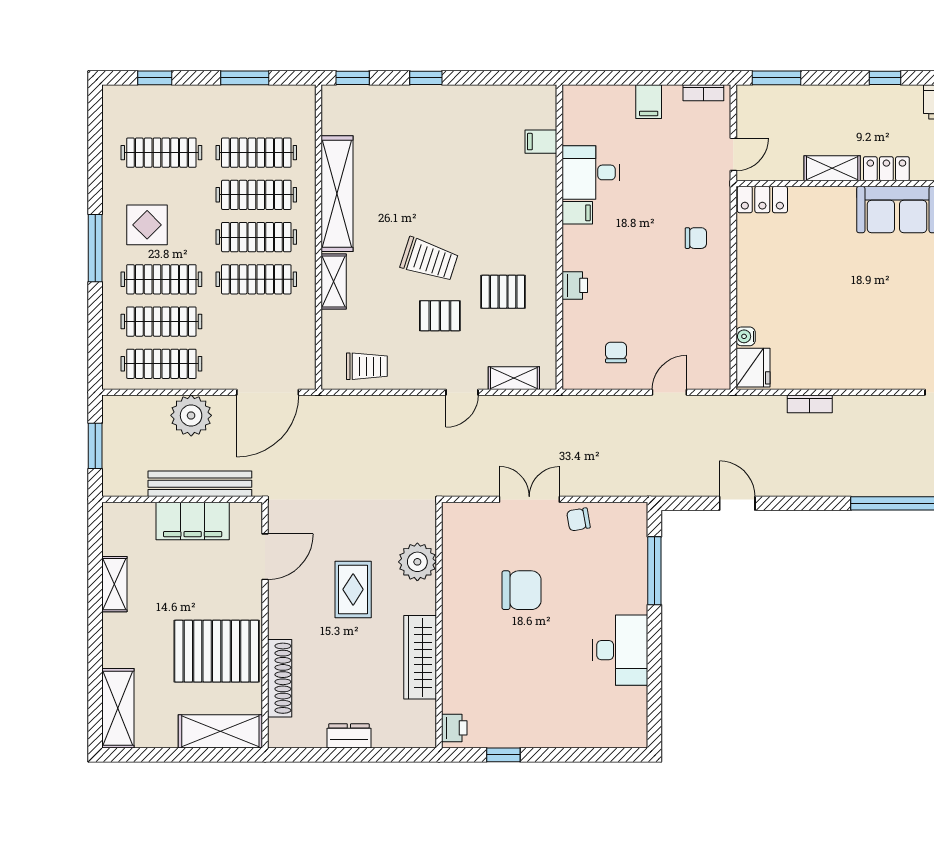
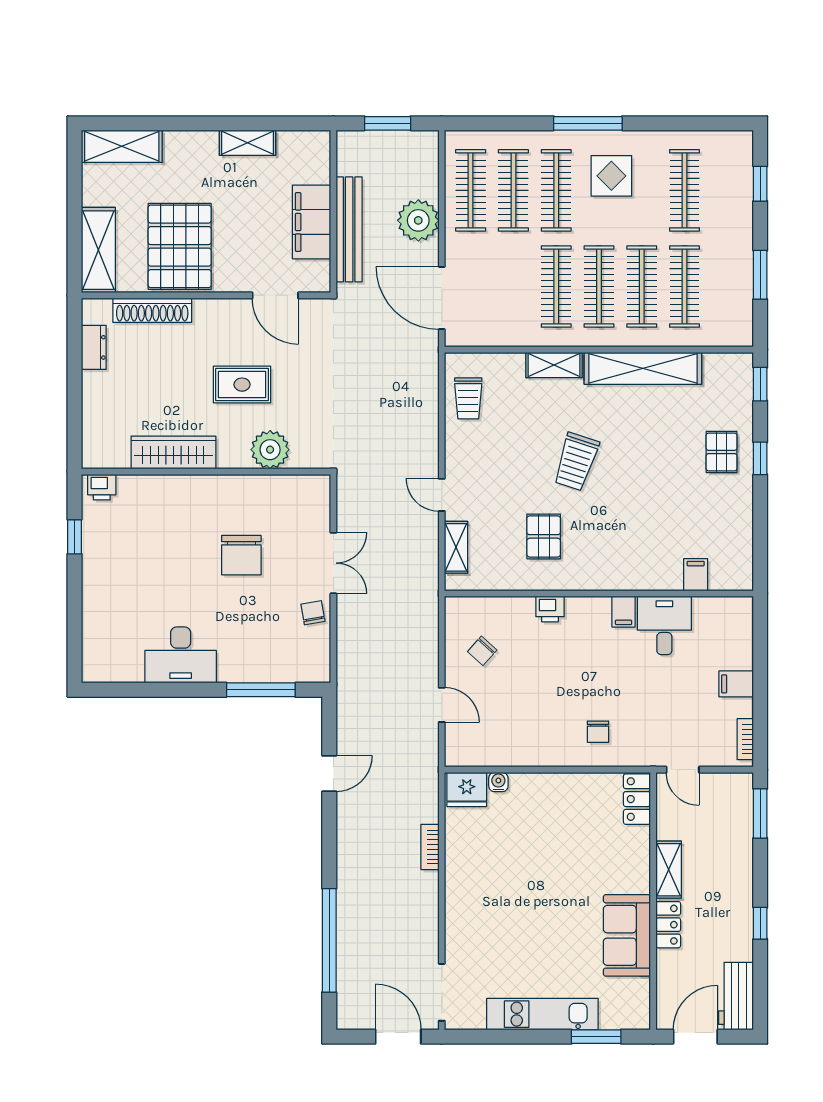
pallet: (440, 316) -> (722, 452), moved
chair: (616, 352) -> (482, 651), turned 132
dresser: (349, 736) -> (94, 347), moved

